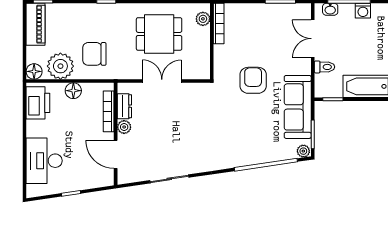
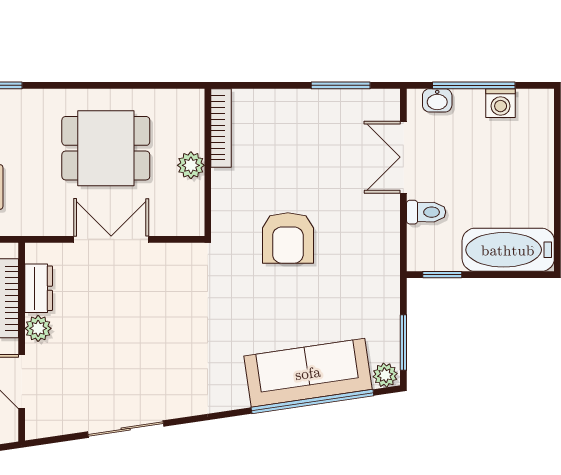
plant: (203, 19) -> (191, 165), moved
armchair: (253, 80) -> (288, 238), turned 180
sofa: (298, 107) -> (308, 373), moved, turned 82

